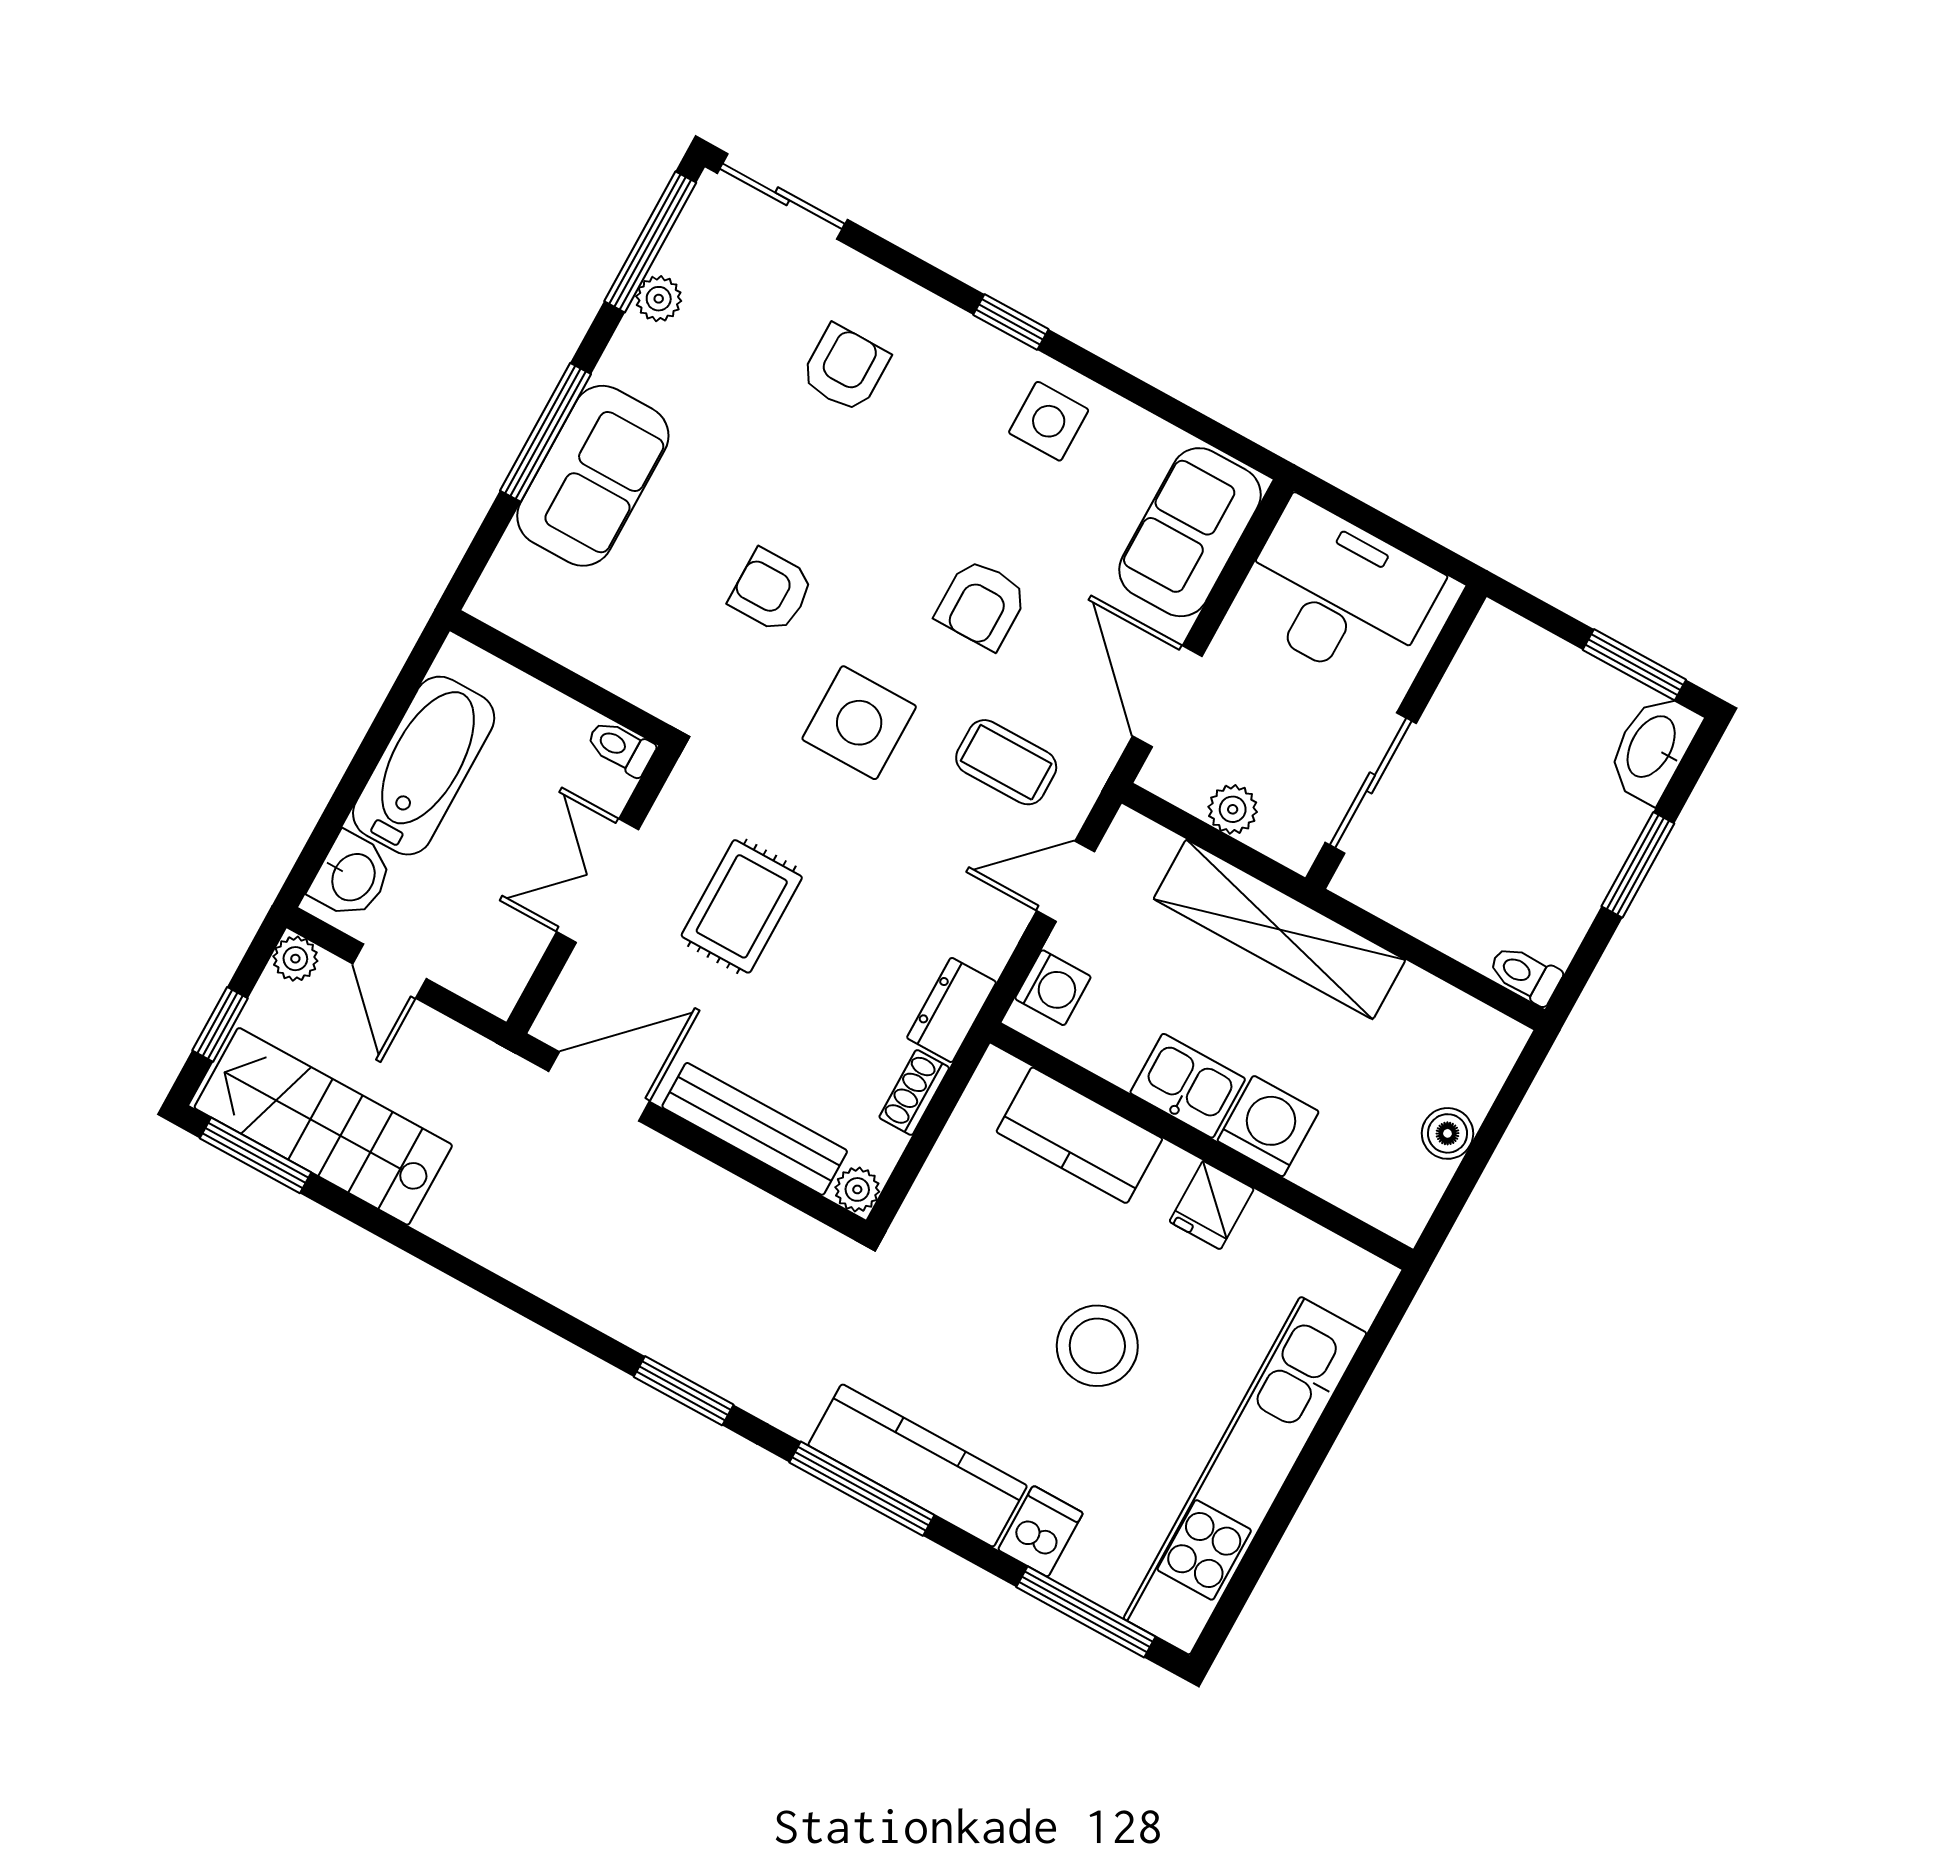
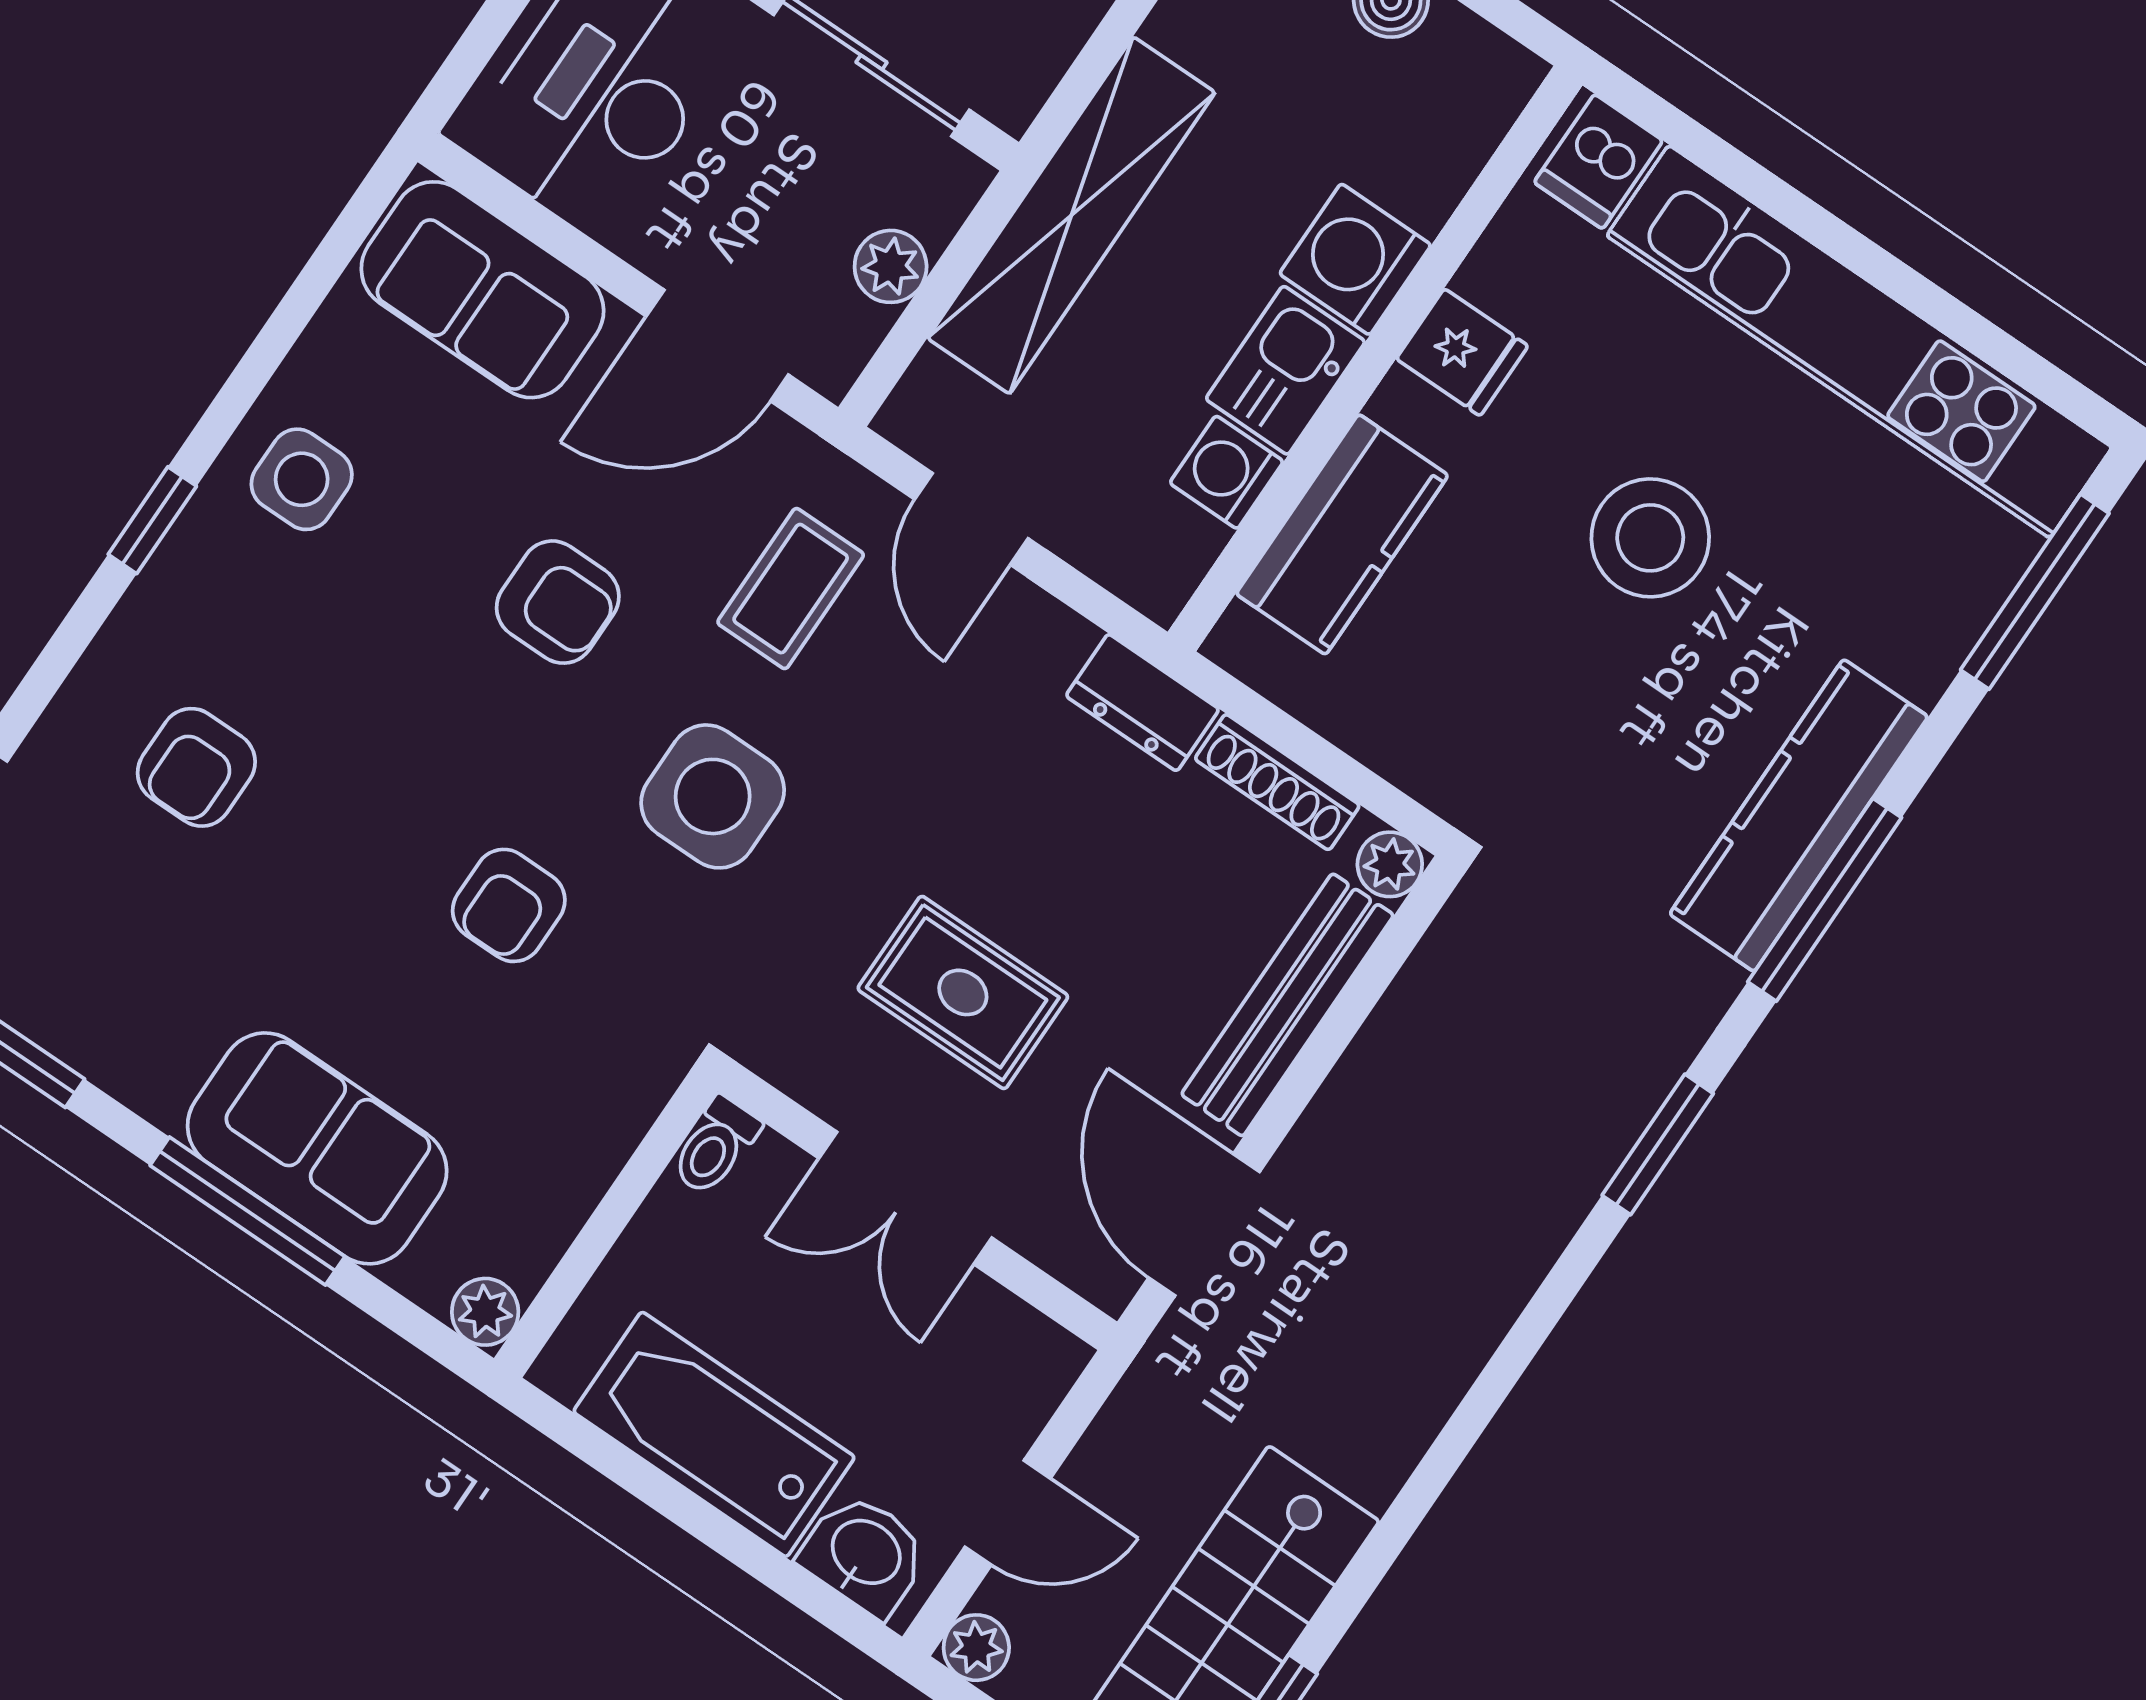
plant: (659, 299) -> (485, 1312), moved
armchair: (845, 368) -> (196, 767), turned -90
washing machine: (1053, 988) -> (1227, 472), moved, turned -90
shoe rack: (914, 1092) -> (1277, 782), width x1.43
dishwasher: (1041, 1531) -> (1598, 162), moved, turned -90

